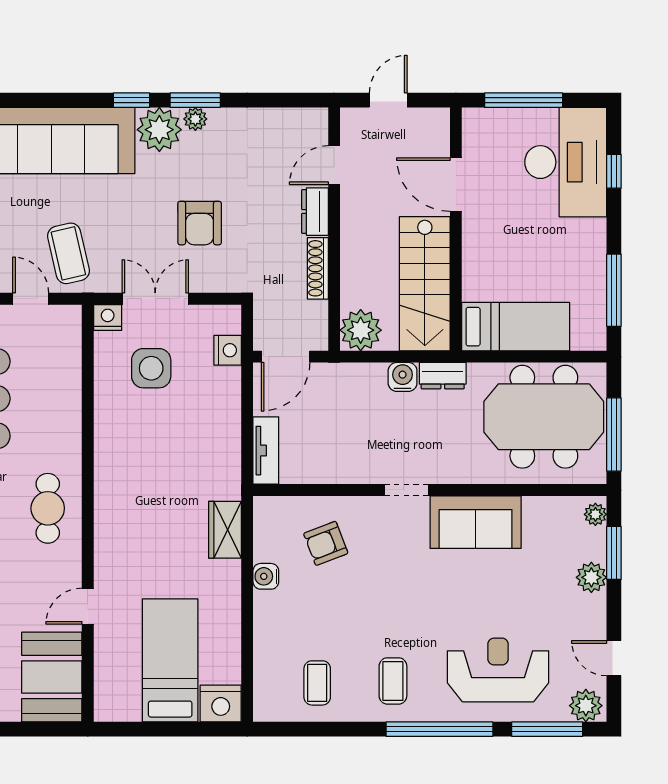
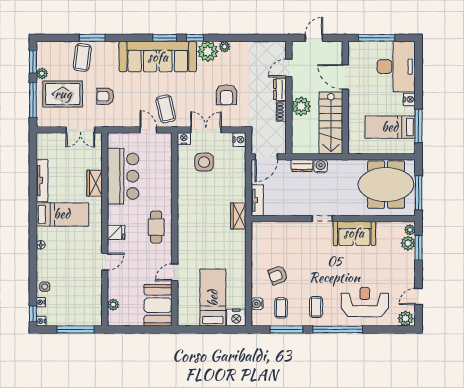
window: (195, 100) -> (165, 38), moved
window: (614, 171) -> (419, 71), removed
nightstand: (594, 233) -> (409, 99), added
shoe rack: (318, 268) -> (281, 112), width x0.70
bed: (516, 327) -> (390, 127), moved, turned 180
plant: (361, 330) -> (301, 106), moved
nightstand: (228, 350) -> (240, 140), moved
dresser: (443, 376) -> (302, 166), moved
wardrobe: (225, 530) -> (238, 216), moved
armchair: (326, 543) -> (278, 275), moved
water cooler: (266, 576) -> (257, 304), moved
plant: (591, 577) -> (408, 243), moved
door: (614, 658) -> (419, 297), hinge flipped
window: (547, 729) -> (286, 329), moved

